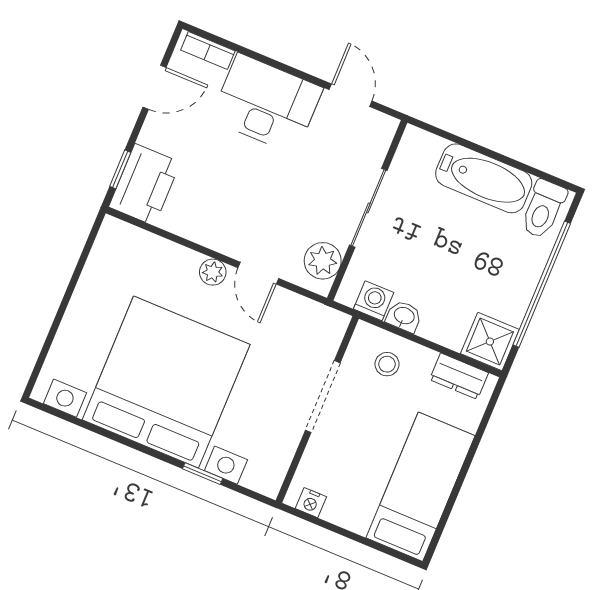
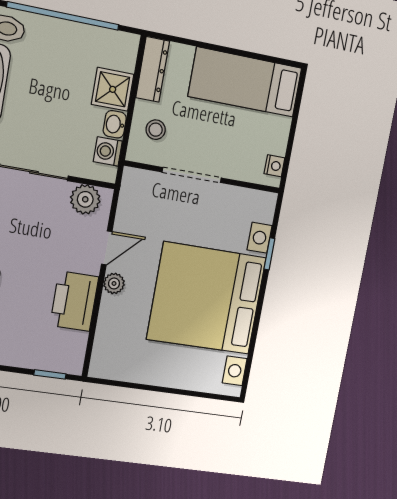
printer: (145, 185) -> (74, 301), moved, turned -90
shower: (490, 342) -> (113, 89), moved
dresser: (459, 376) -> (153, 69), width x1.44

